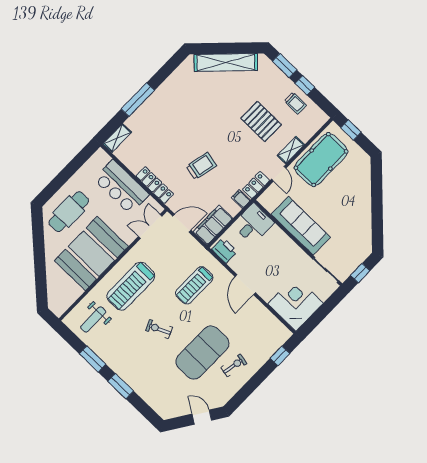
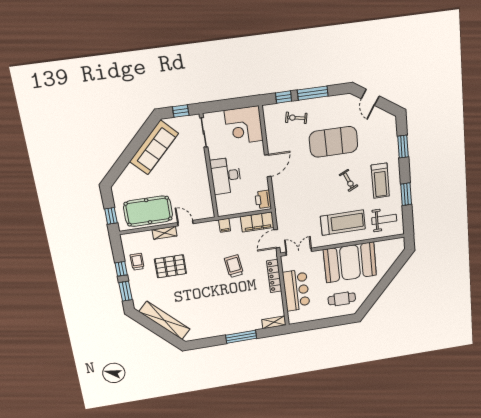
pallet: (261, 121) -> (170, 266), turned 90
trolley: (201, 166) -> (234, 266), turned 70
door: (279, 174) -> (185, 223), hinge flipped
locker: (256, 185) -> (207, 227), removed
cafe table: (69, 212) -> (342, 299), width x0.73, depth x0.74
door: (182, 223) -> (277, 239), hinge flipped
desk: (253, 224) -> (226, 176), moved, width x1.37
double door: (150, 226) -> (299, 252), swing flipped
sofa: (301, 226) -> (154, 147), moved, turned -135
treadmill: (194, 285) -> (380, 181), moved, turned 90
exercise bike: (234, 366) -> (296, 118), moved
window: (257, 380) -> (313, 93), added
window: (121, 386) -> (403, 147), moved

